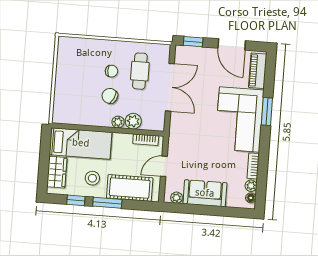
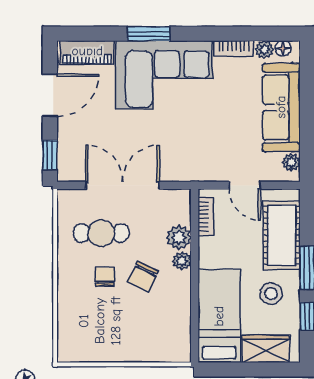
sofa: (205, 193) -> (281, 107), width x1.36

